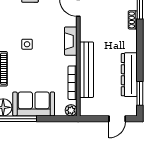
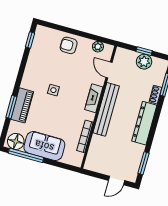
bench: (86, 70) -> (106, 109), moved
dresser: (129, 75) -> (144, 123), moved
plant: (71, 110) -> (77, 161), removed

